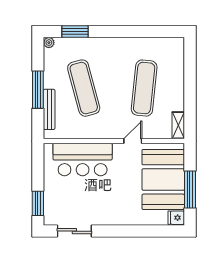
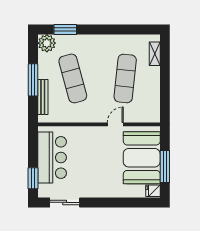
plant: (49, 43) -> (47, 43), width x1.87, depth x1.87
shelving: (178, 125) -> (155, 54), moved
bar counter: (83, 160) -> (52, 157), moved, turned -90

